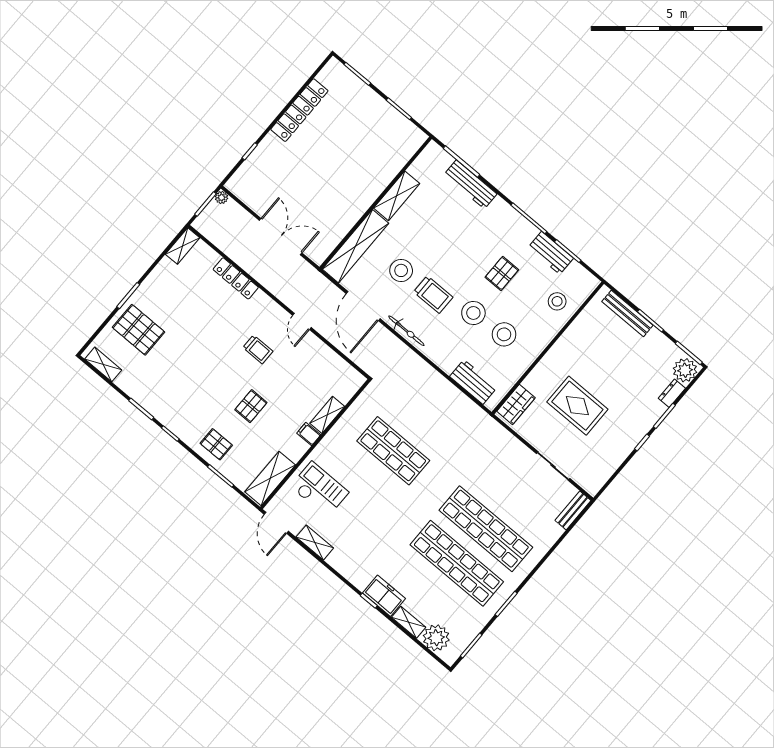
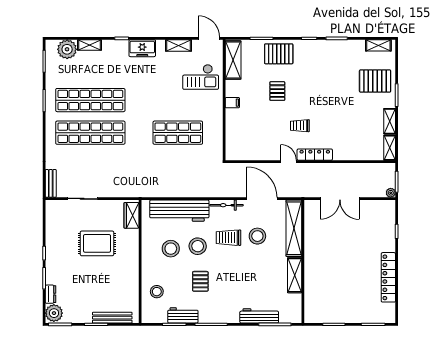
locker: (236, 278) -> (315, 155), moved
workbench: (473, 382) -> (179, 211), width x1.88, depth x1.32
shelving: (327, 415) -> (390, 121), moved
pallet: (216, 444) -> (279, 54), width x1.50, depth x1.42
freezer: (384, 596) -> (142, 48), moved

